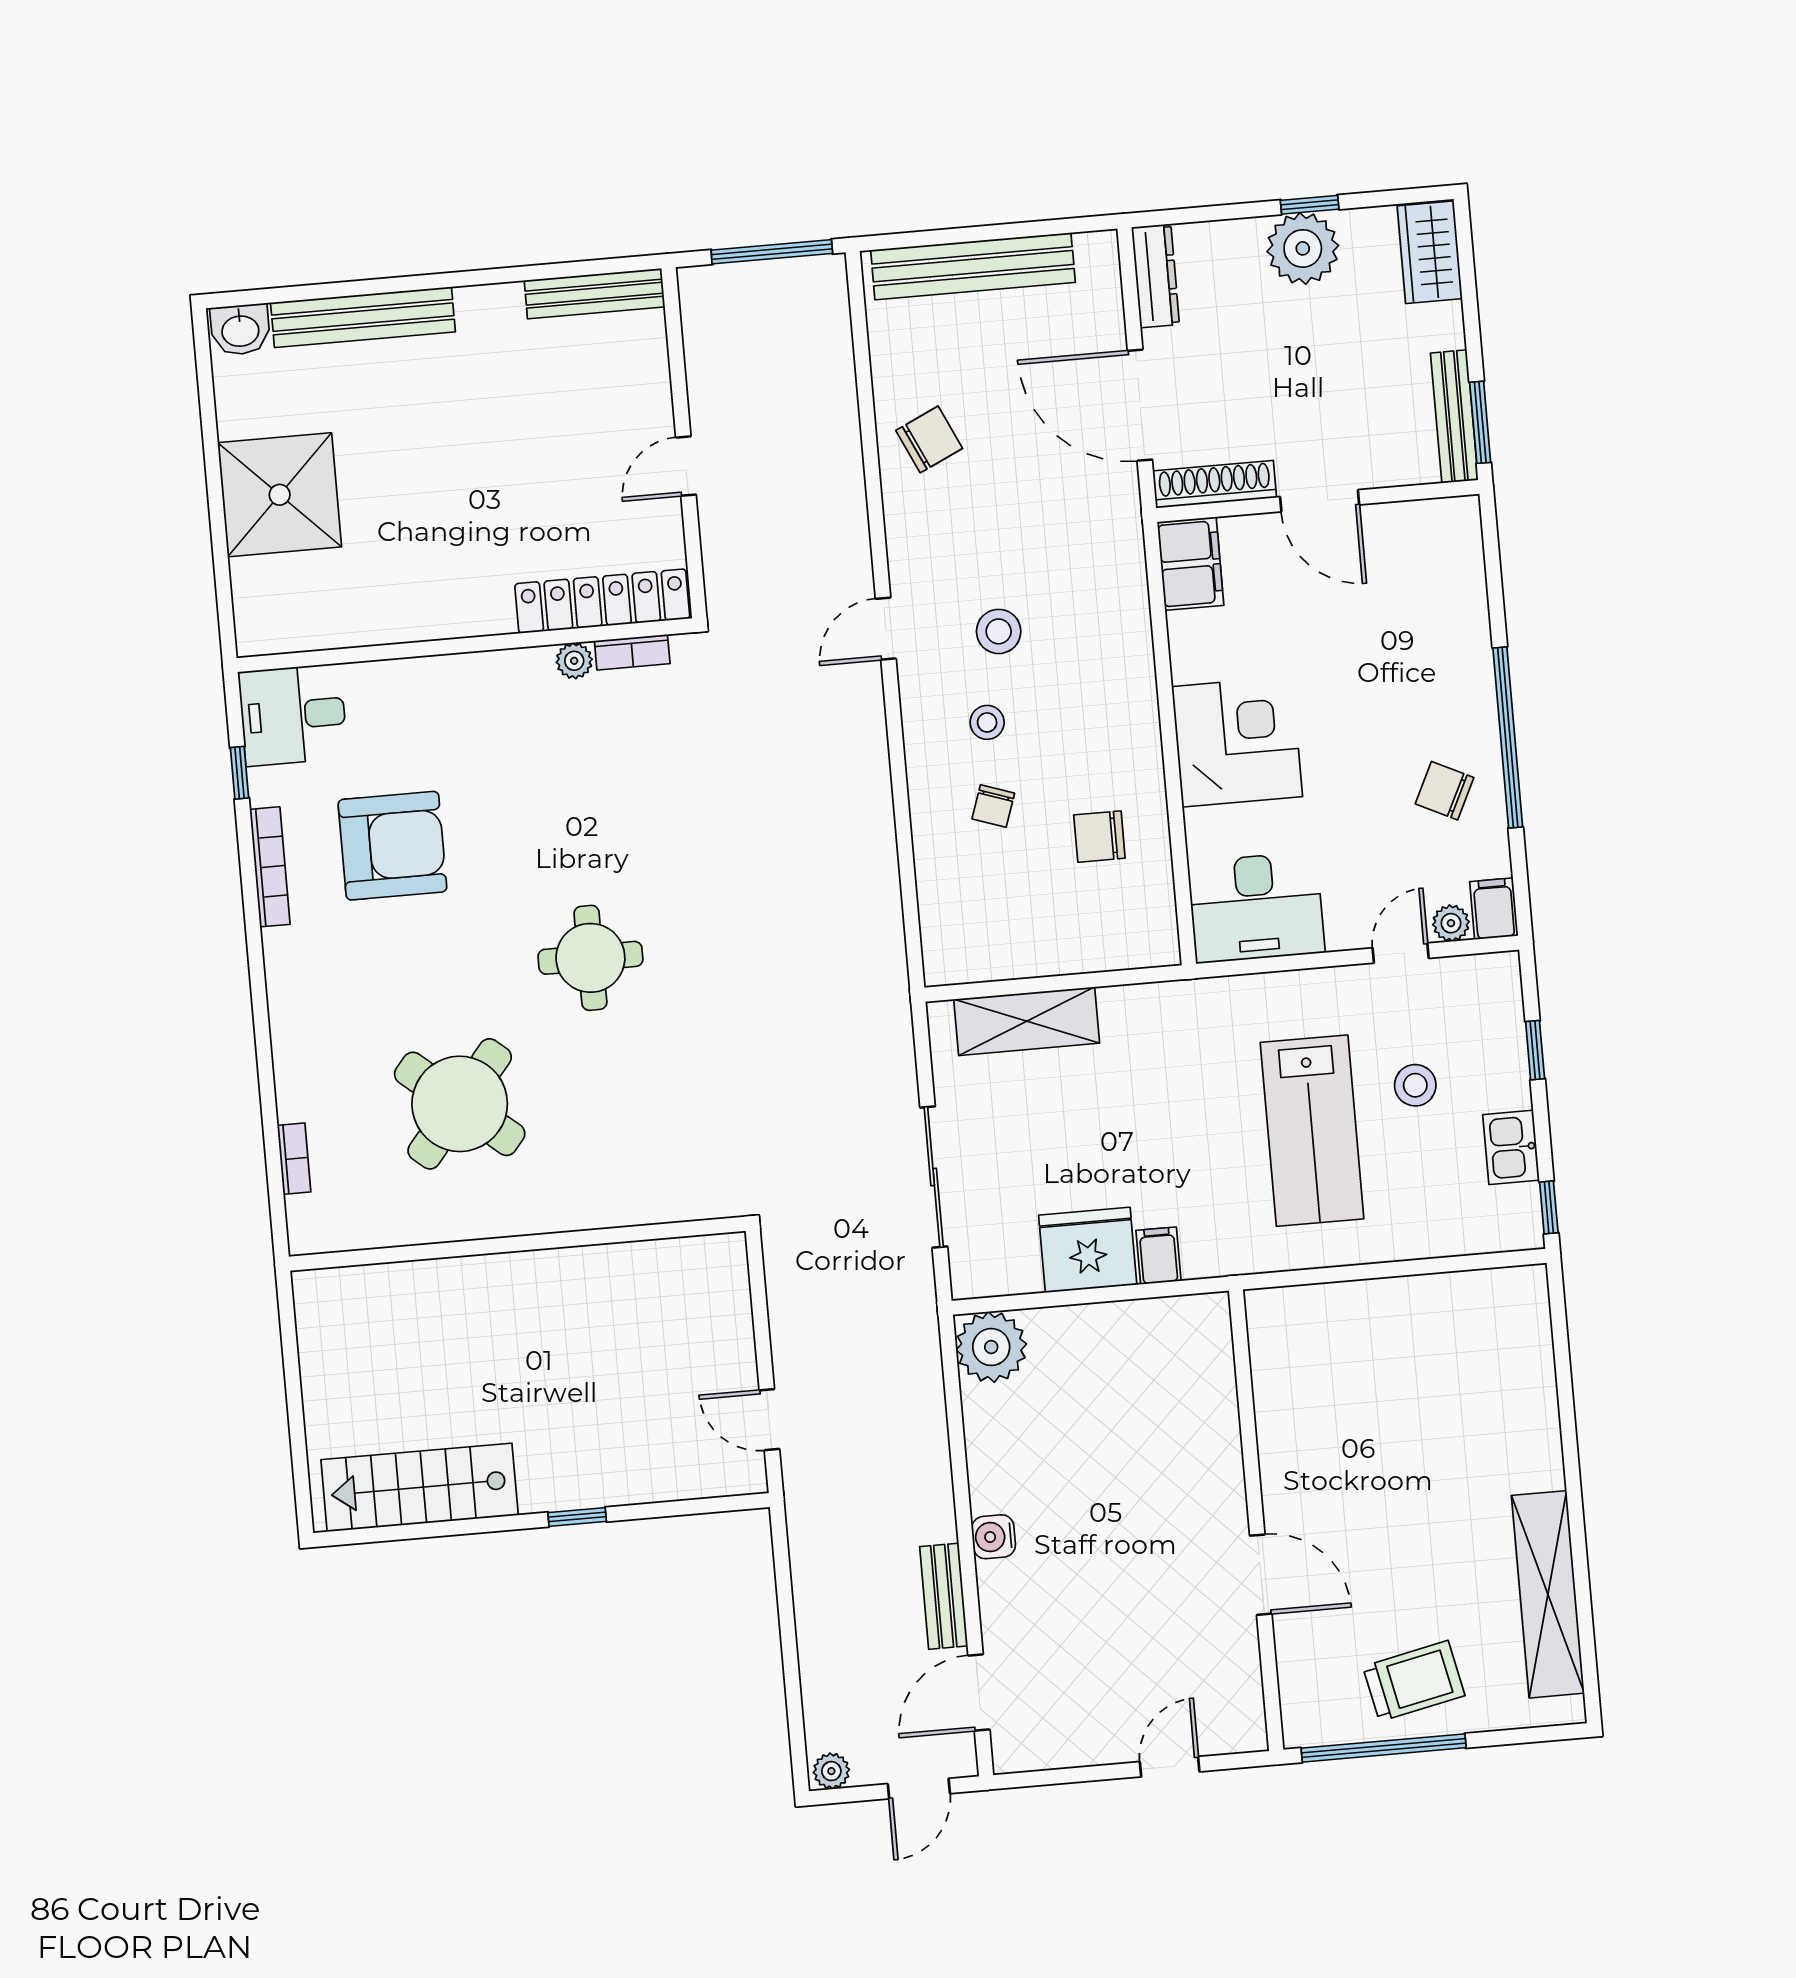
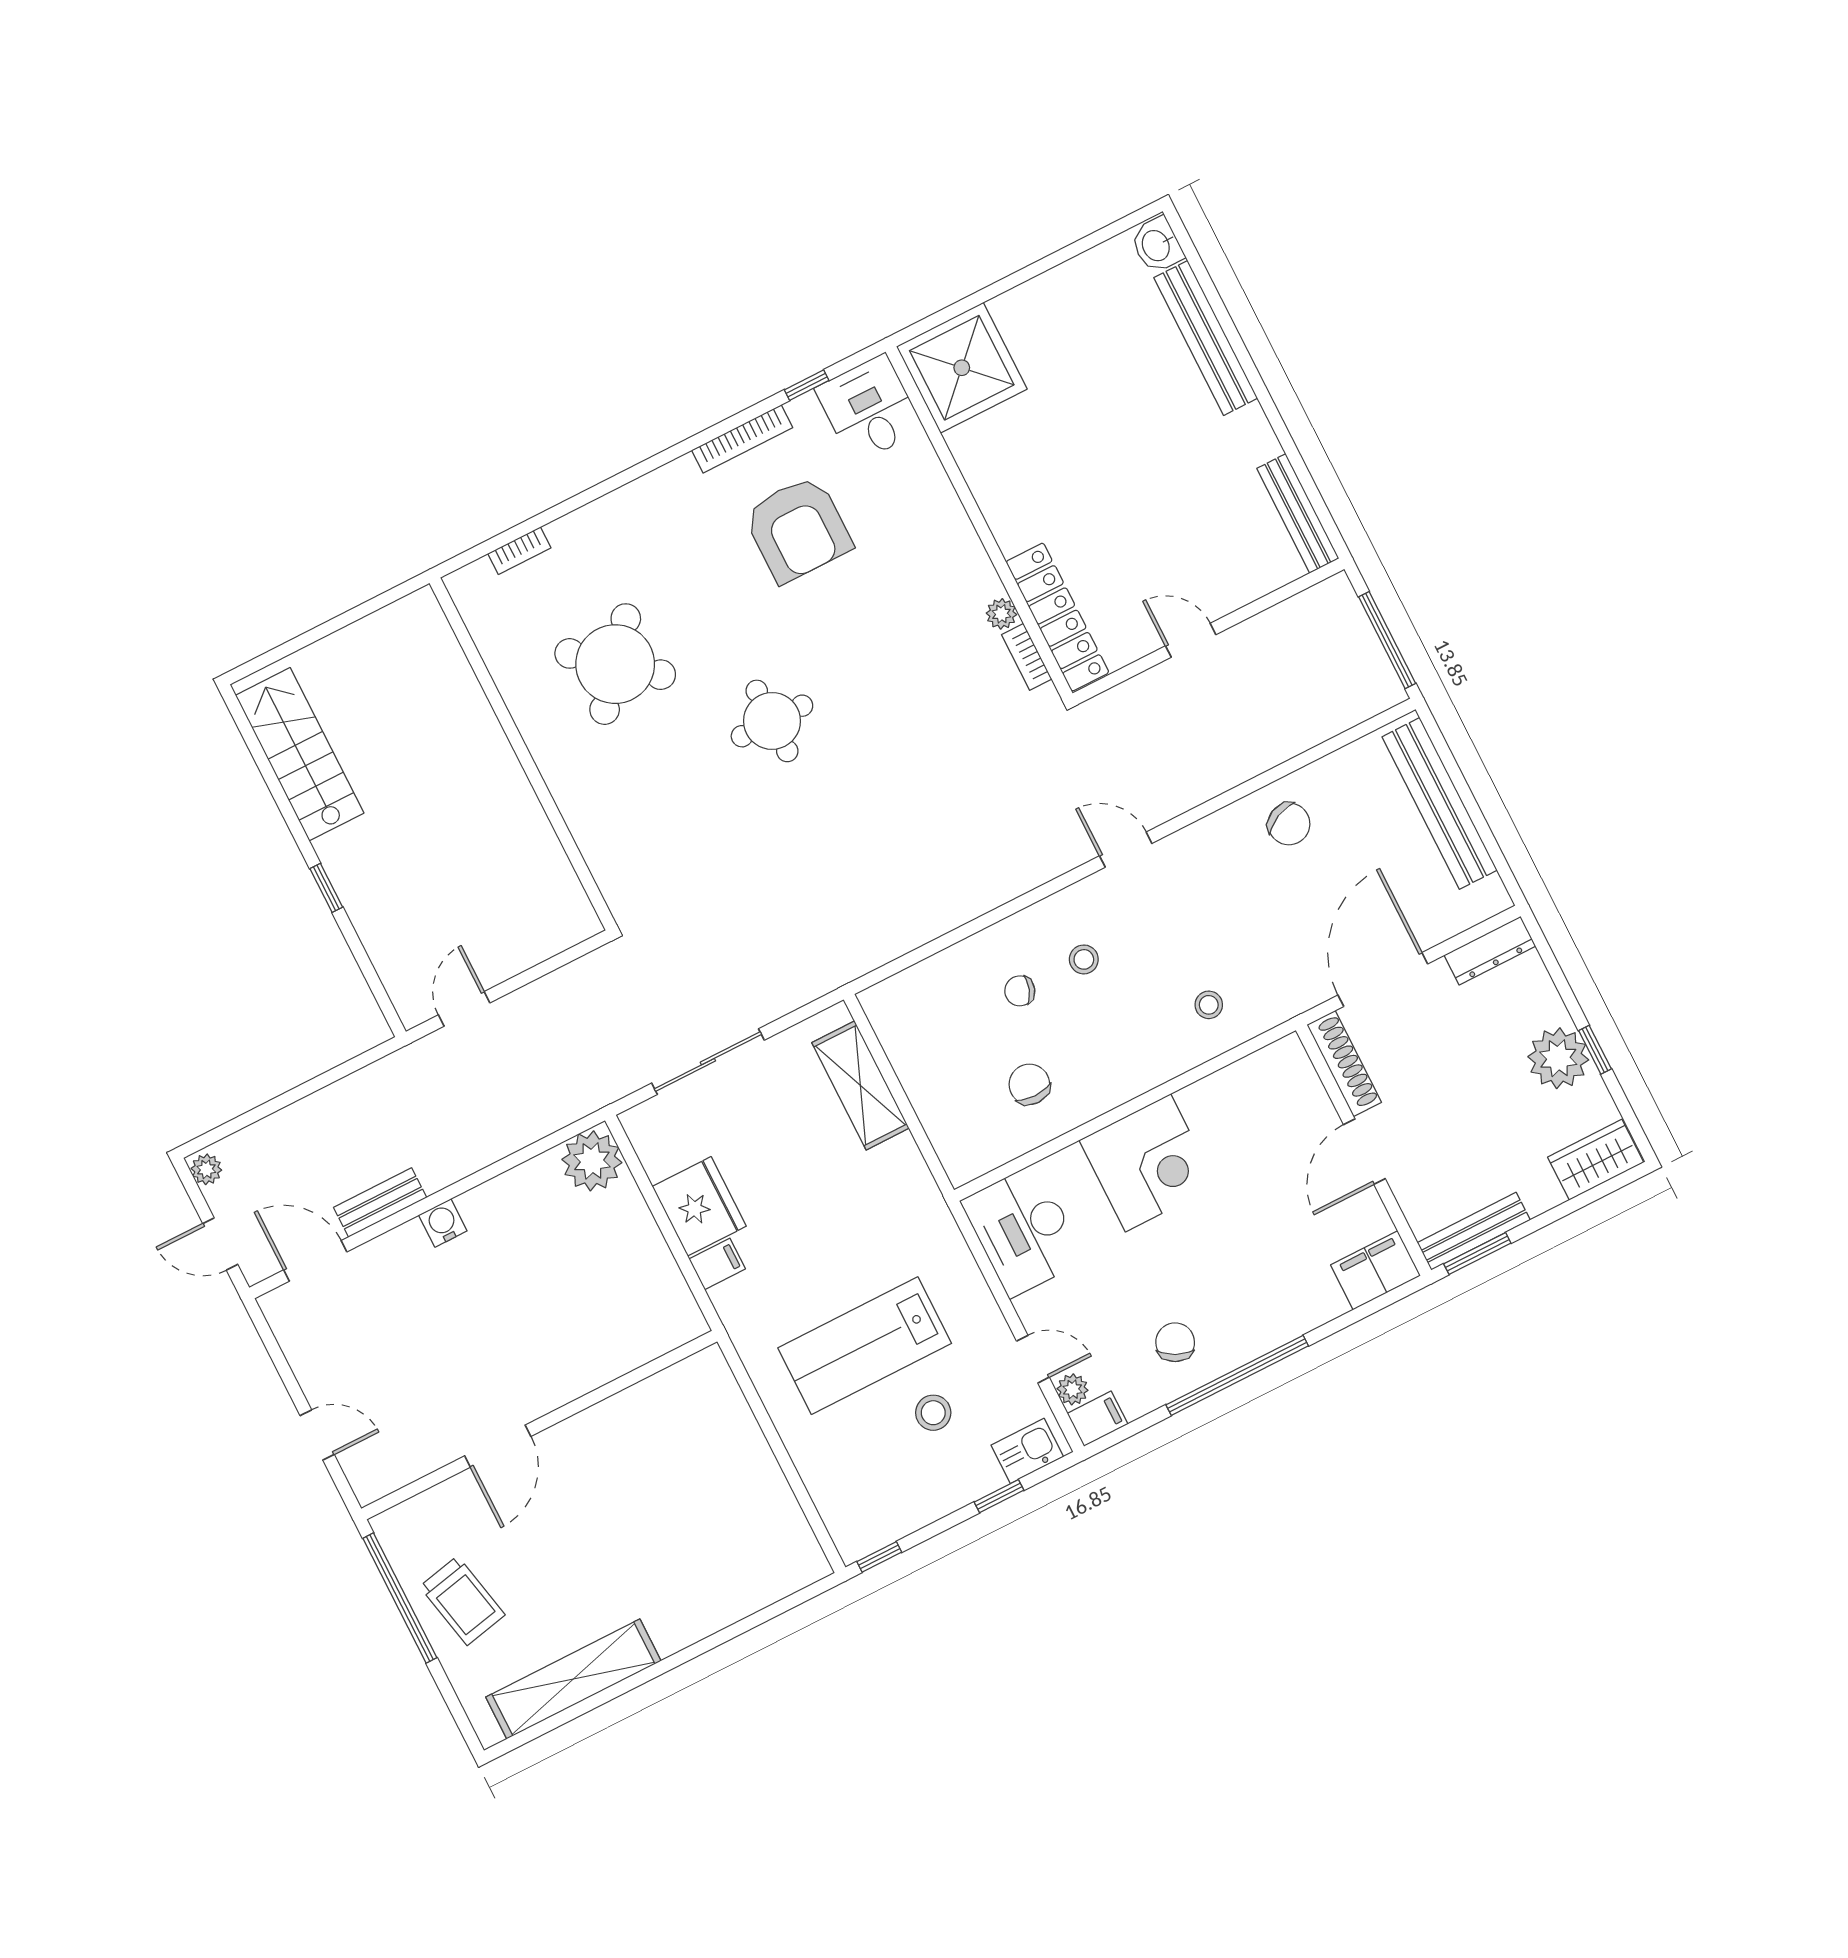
shower: (280, 495) -> (962, 368), moved
filing cabinet: (1190, 564) -> (1376, 1270), moved, turned 180
stool: (999, 631) -> (1209, 1005), moved, width x0.73, depth x0.73
kitchen sink: (1511, 1147) -> (1027, 1451), moved

